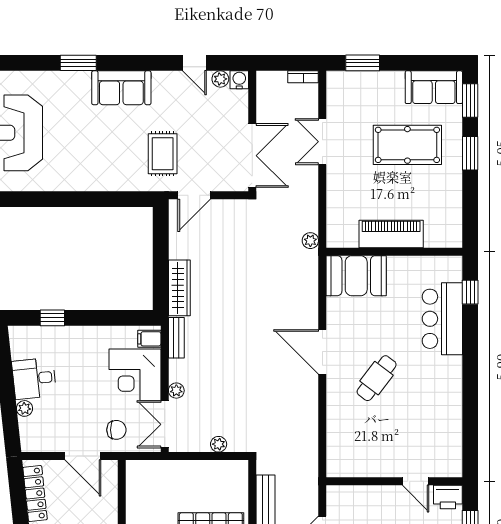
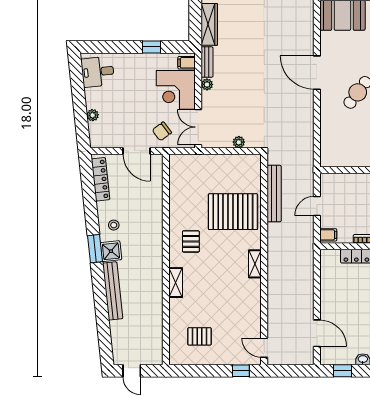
window: (52, 318) -> (151, 47), moved
desk: (34, 378) -> (98, 72), moved
plant: (176, 391) -> (207, 84), moved
chair: (116, 430) -> (162, 131), turned 143

